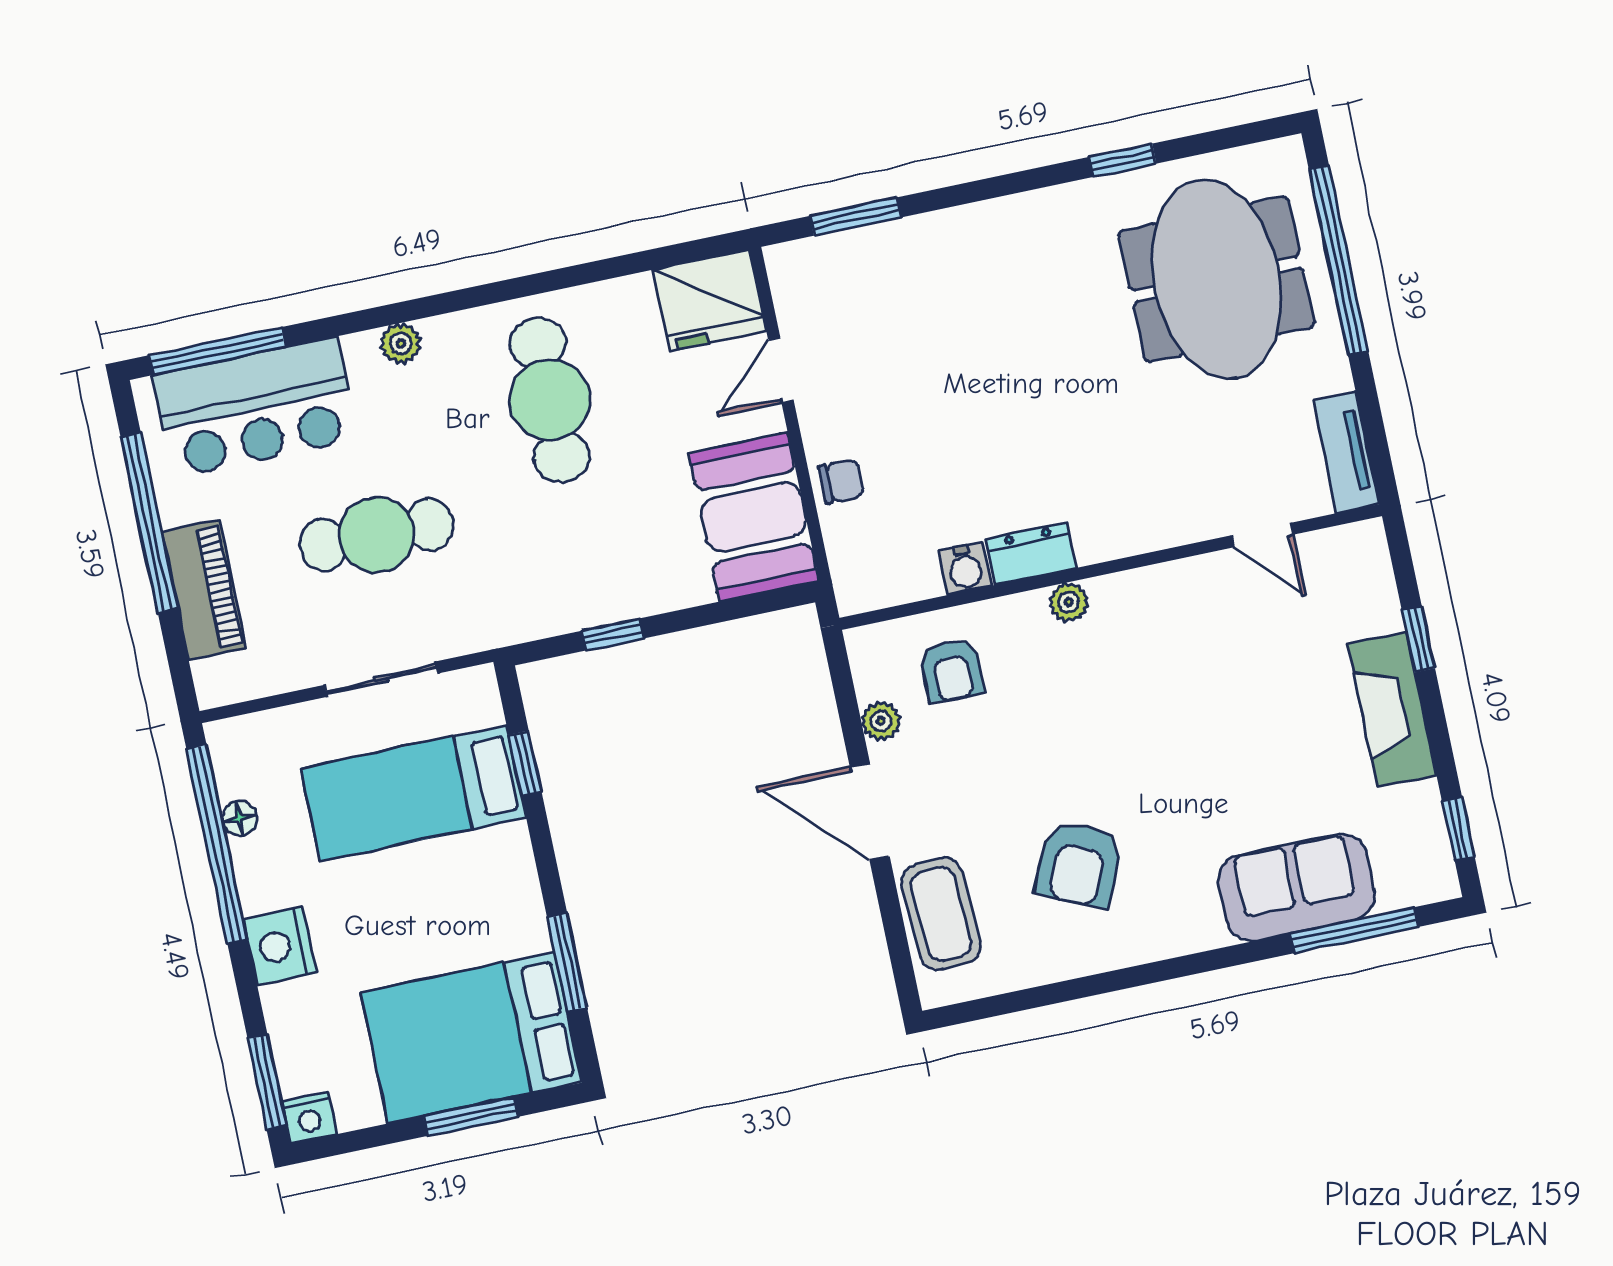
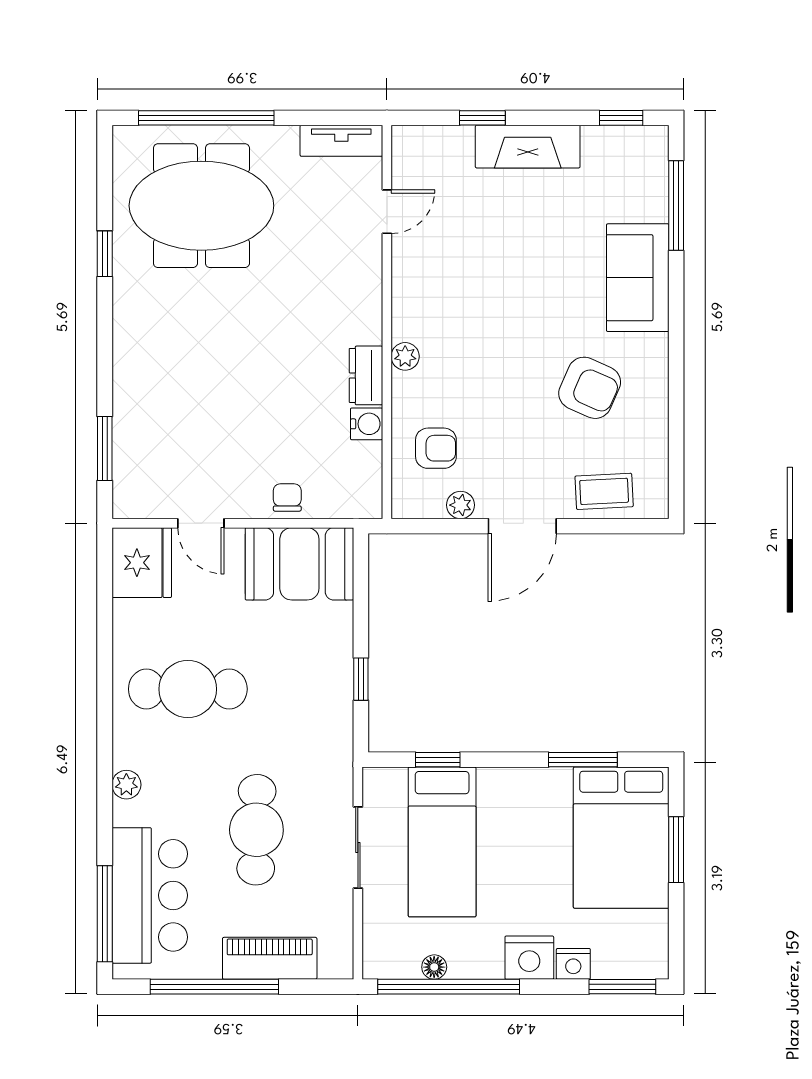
sofa: (1297, 887) -> (638, 278), moved
coffee table: (941, 914) -> (604, 491), width x0.73, depth x0.77
nightstand: (309, 1118) -> (573, 964), moved, turned 90

